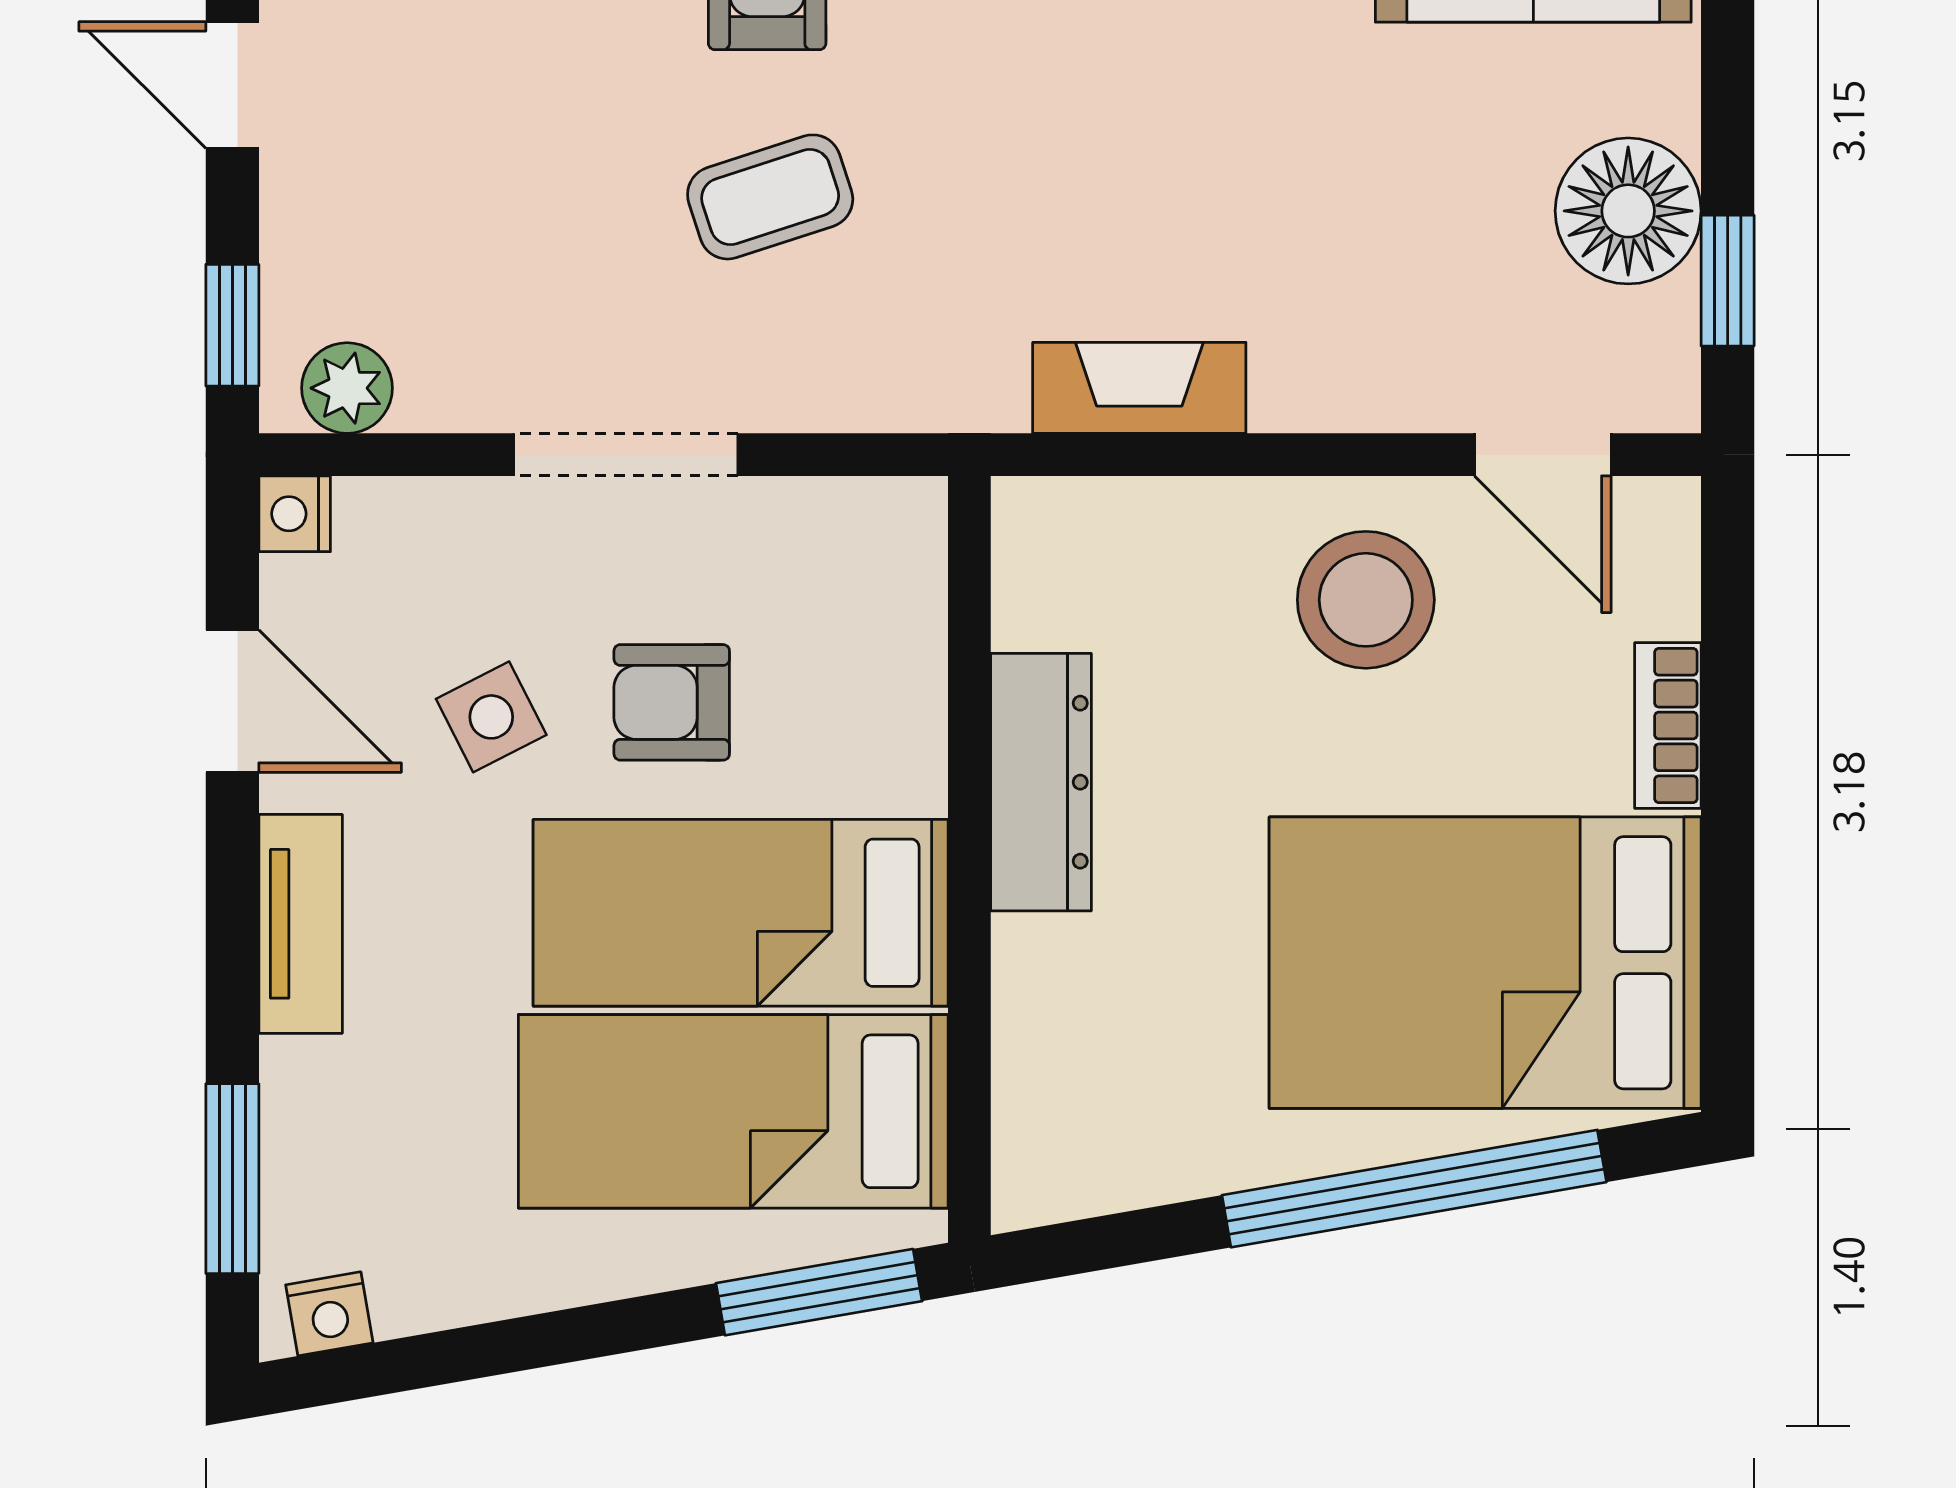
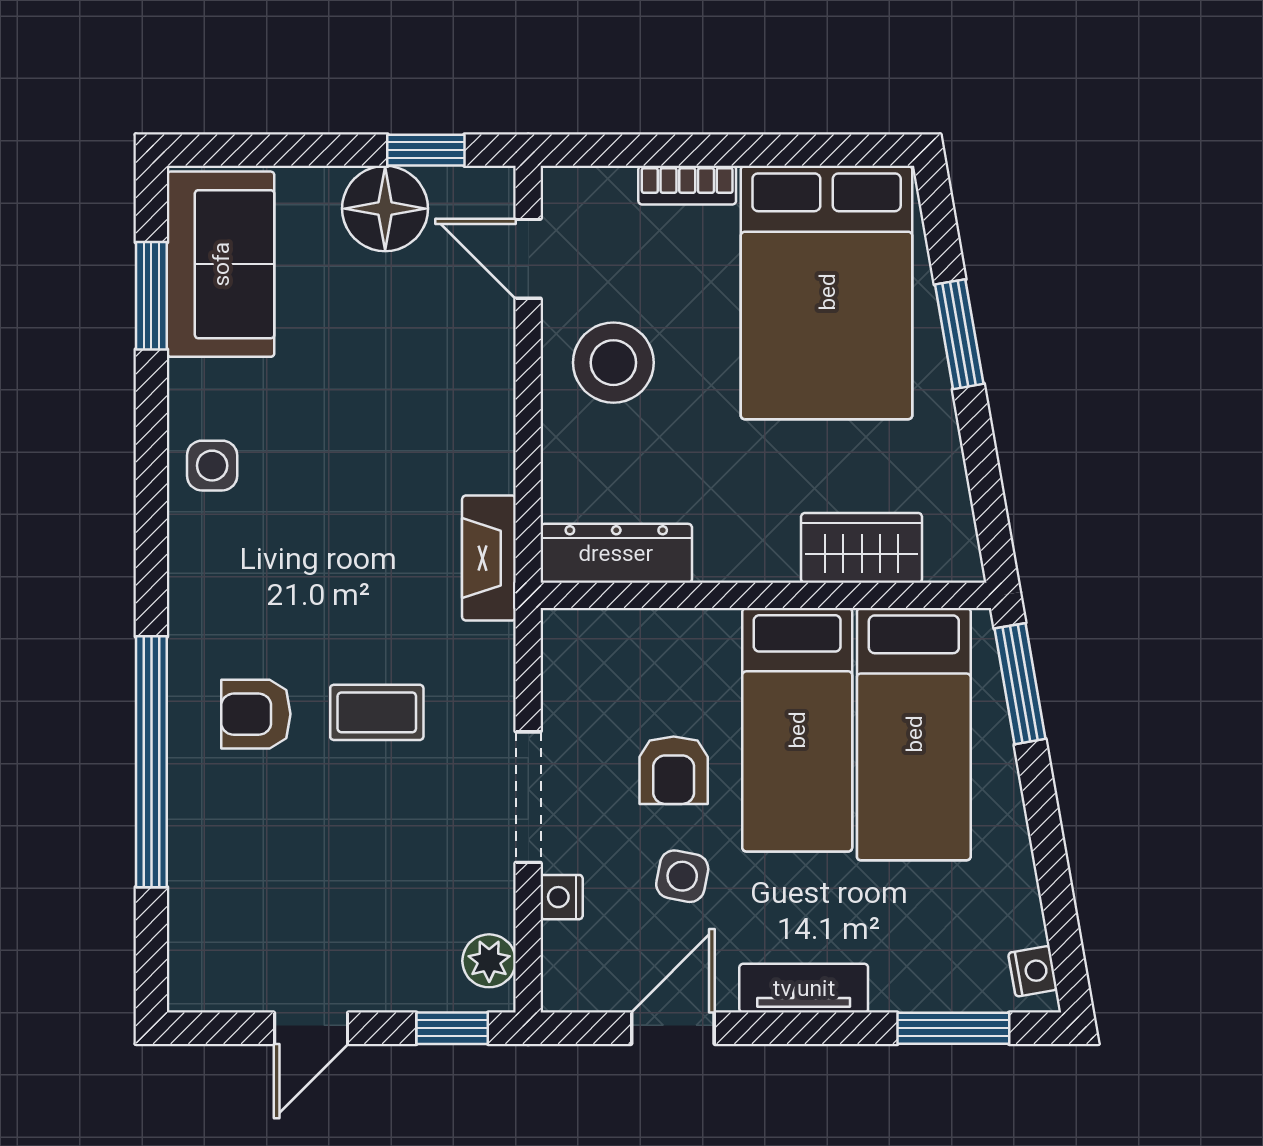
coffee table: (770, 197) -> (377, 712), turned -72
fireplace: (1139, 388) -> (489, 558), moved
door: (1543, 455) -> (528, 259), swing flipped
nightstand: (295, 514) -> (562, 897), moved, turned 90
side table: (491, 717) -> (682, 876), turned 38
dresser: (1041, 782) -> (616, 553), moved
wardrobe: (1050, 1022) -> (862, 548), added
window: (1414, 1189) -> (959, 334), width x0.47

